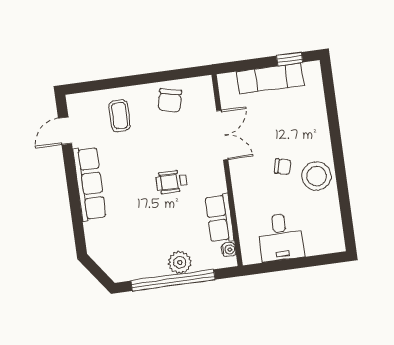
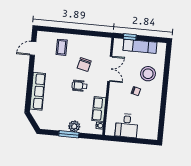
window: (290, 59) -> (130, 37), moved
chair: (170, 100) -> (84, 65), moved
stool: (317, 176) -> (148, 74), moved
row of seats: (89, 184) -> (38, 91), moved
window: (173, 280) -> (69, 134), width x0.47

